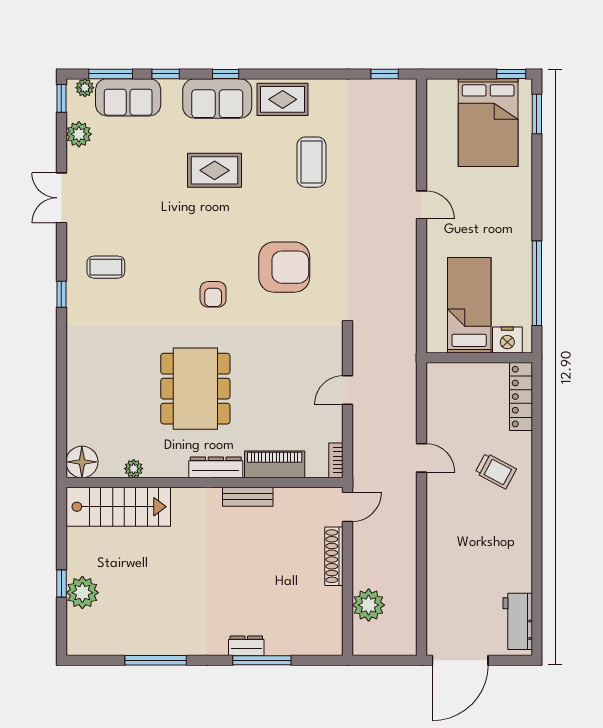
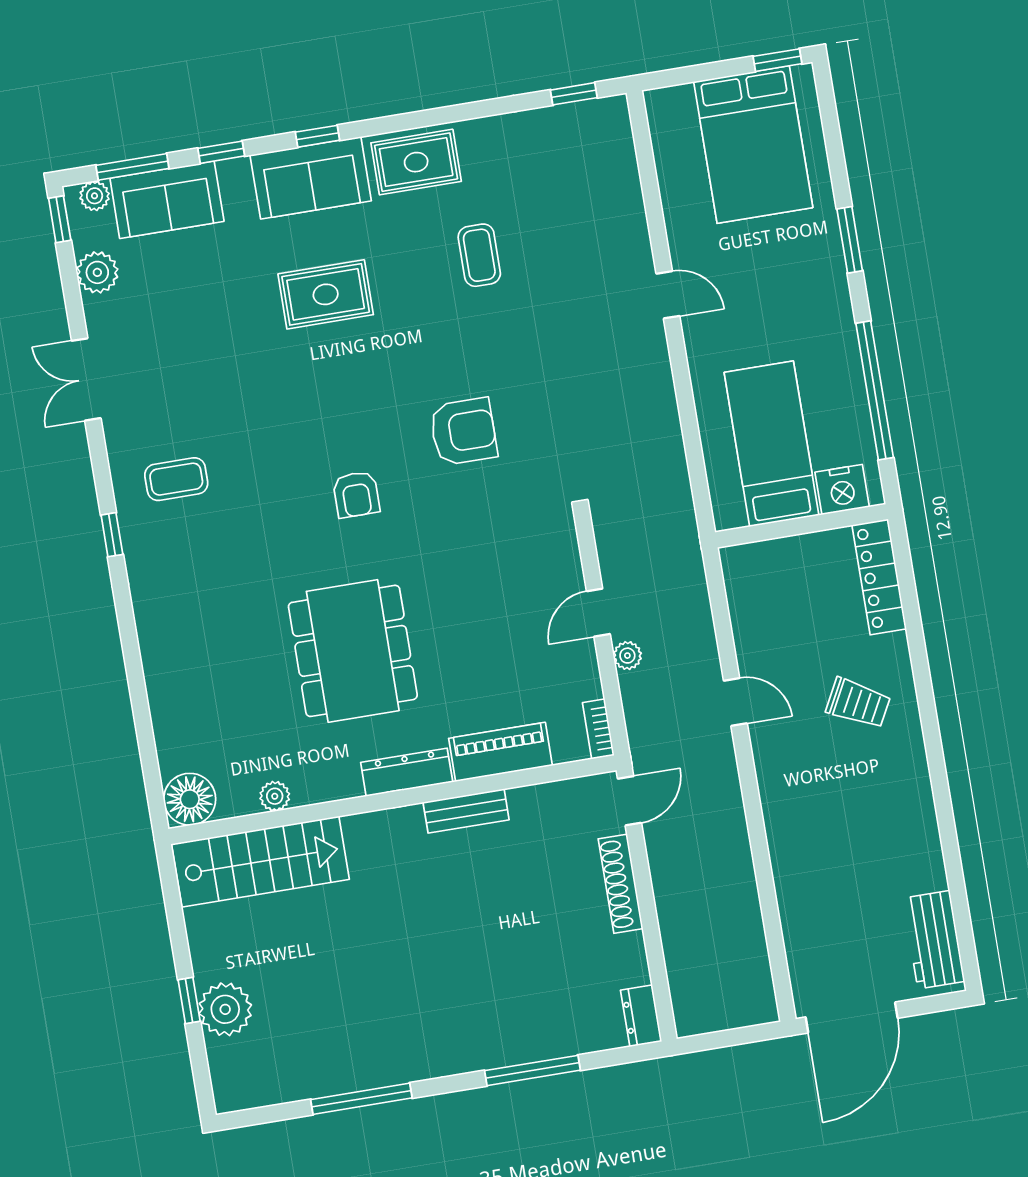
window: (537, 114) -> (850, 240), moved
coffee table: (311, 162) -> (479, 255), width x0.73, depth x0.77
armchair: (284, 267) -> (463, 432), width x0.73, depth x0.73
plant: (369, 605) -> (627, 656), moved, width x0.53, depth x0.53
dresser: (246, 646) -> (641, 1016), moved, turned -90

